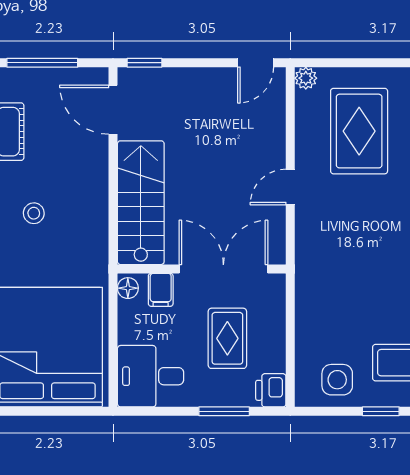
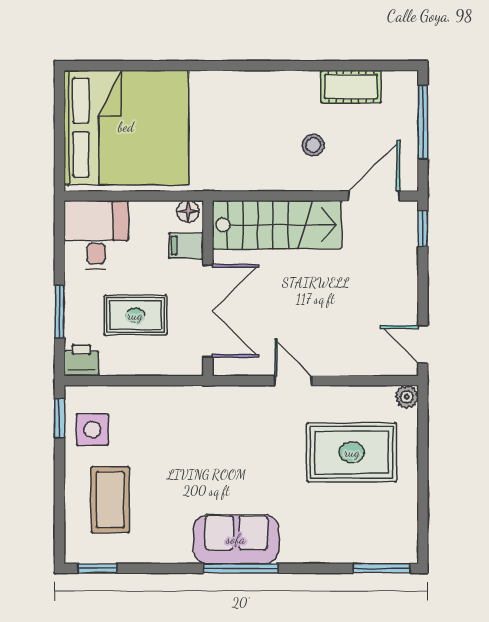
stool: (34, 213) -> (313, 145), moved
window: (381, 411) -> (59, 418), moved

